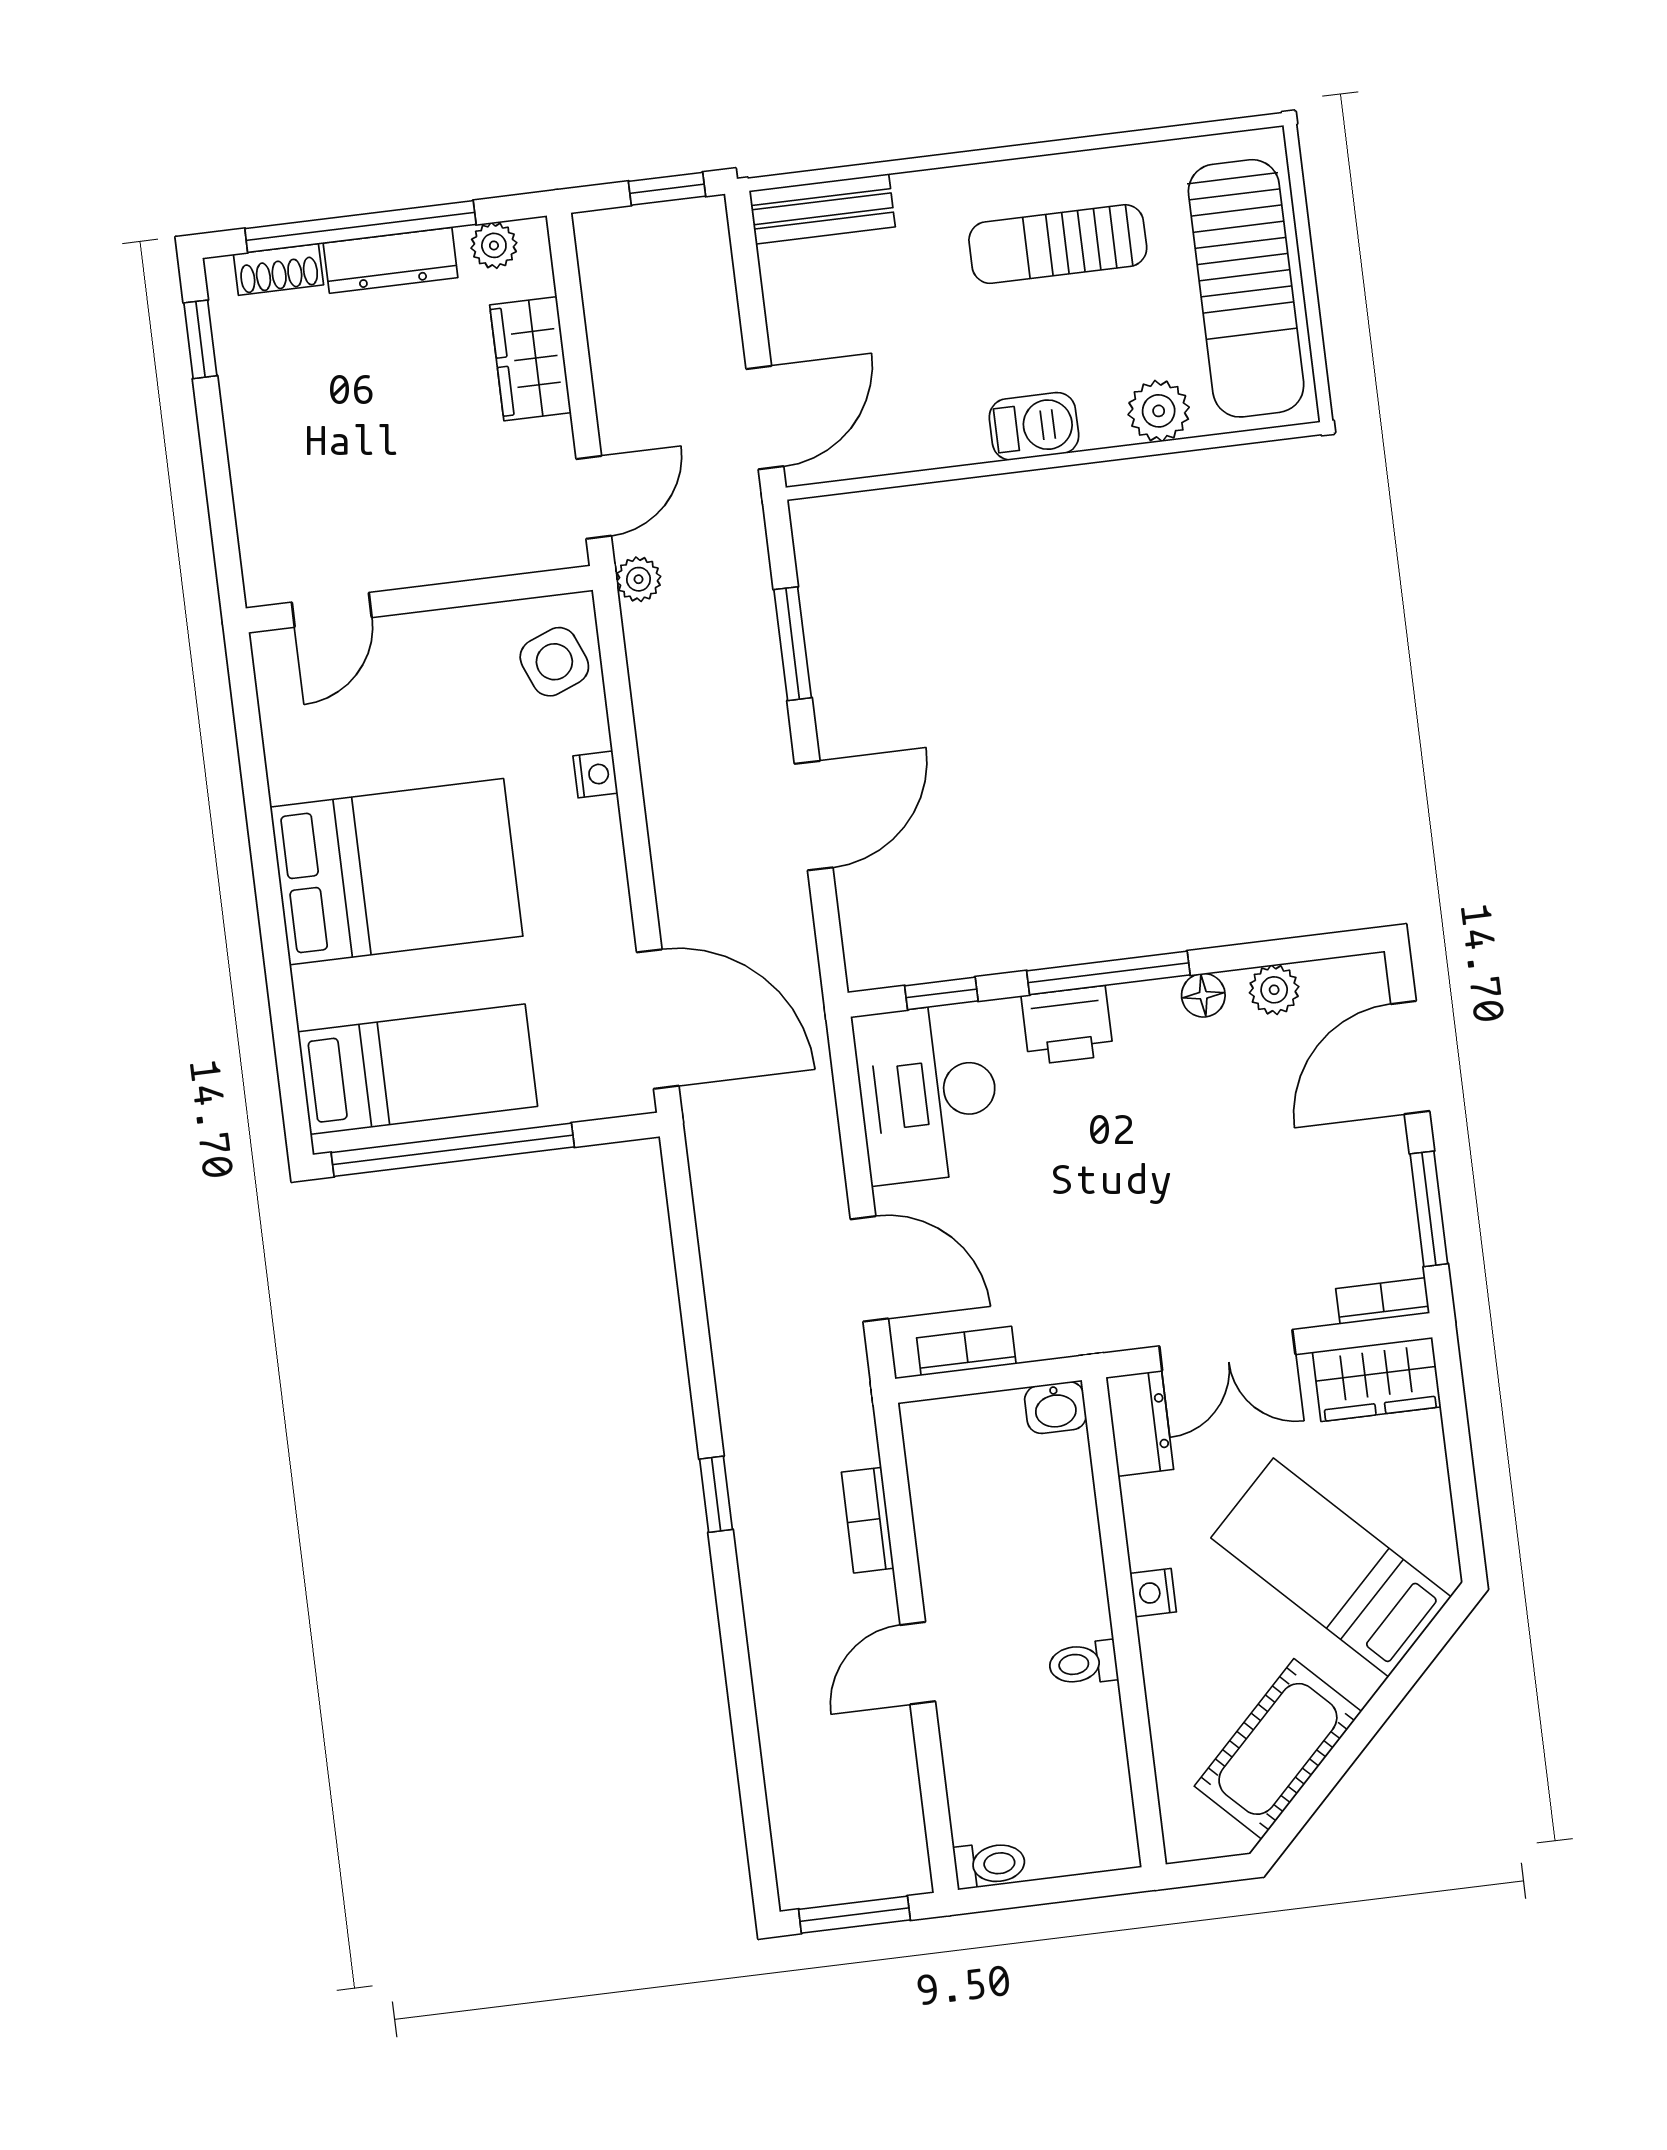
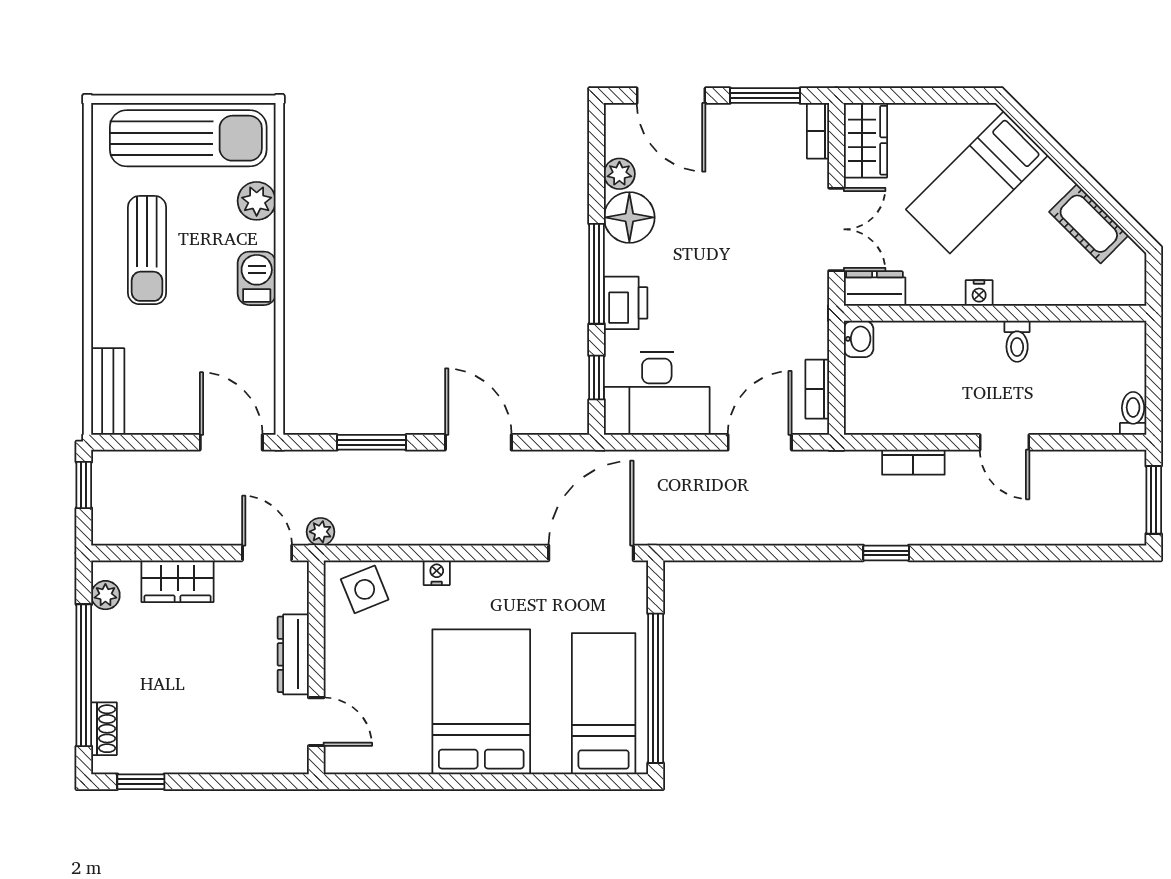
dresser: (391, 260) -> (293, 654), moved, turned 180
floor lamp: (1203, 995) -> (629, 217), width x1.89, depth x1.89
cot: (1278, 1749) -> (1089, 224), width x0.73, depth x0.75

